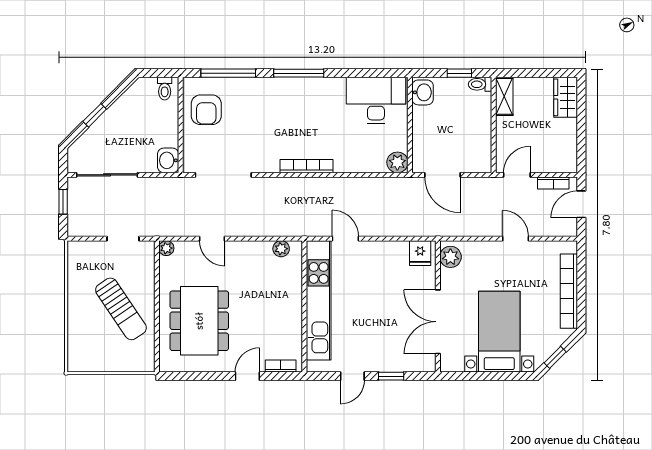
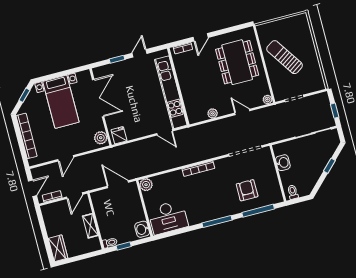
shelving: (504, 96) -> (90, 226), moved
armchair: (206, 110) -> (247, 190), moved
washbasin: (168, 160) -> (283, 163), moved
door: (515, 239) -> (66, 158), hinge flipped
plant: (281, 249) -> (213, 113), moved

